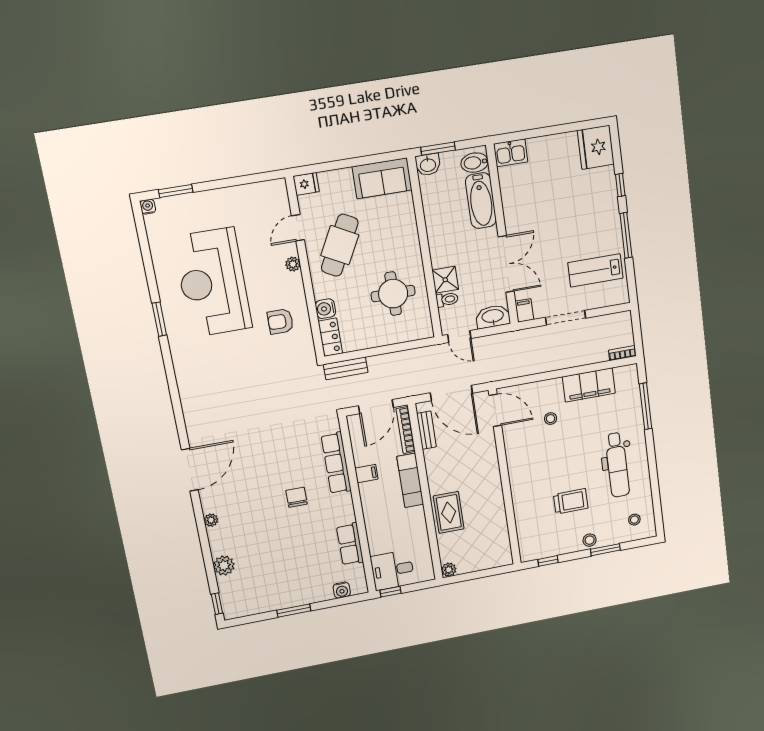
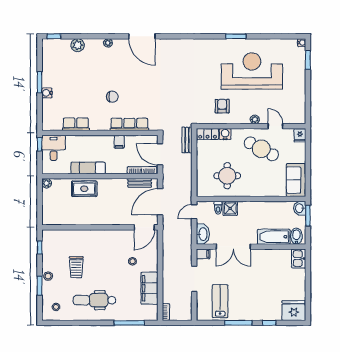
exam couch: (410, 480) -> (88, 168), moved
water cooler: (342, 590) -> (47, 93), moved

